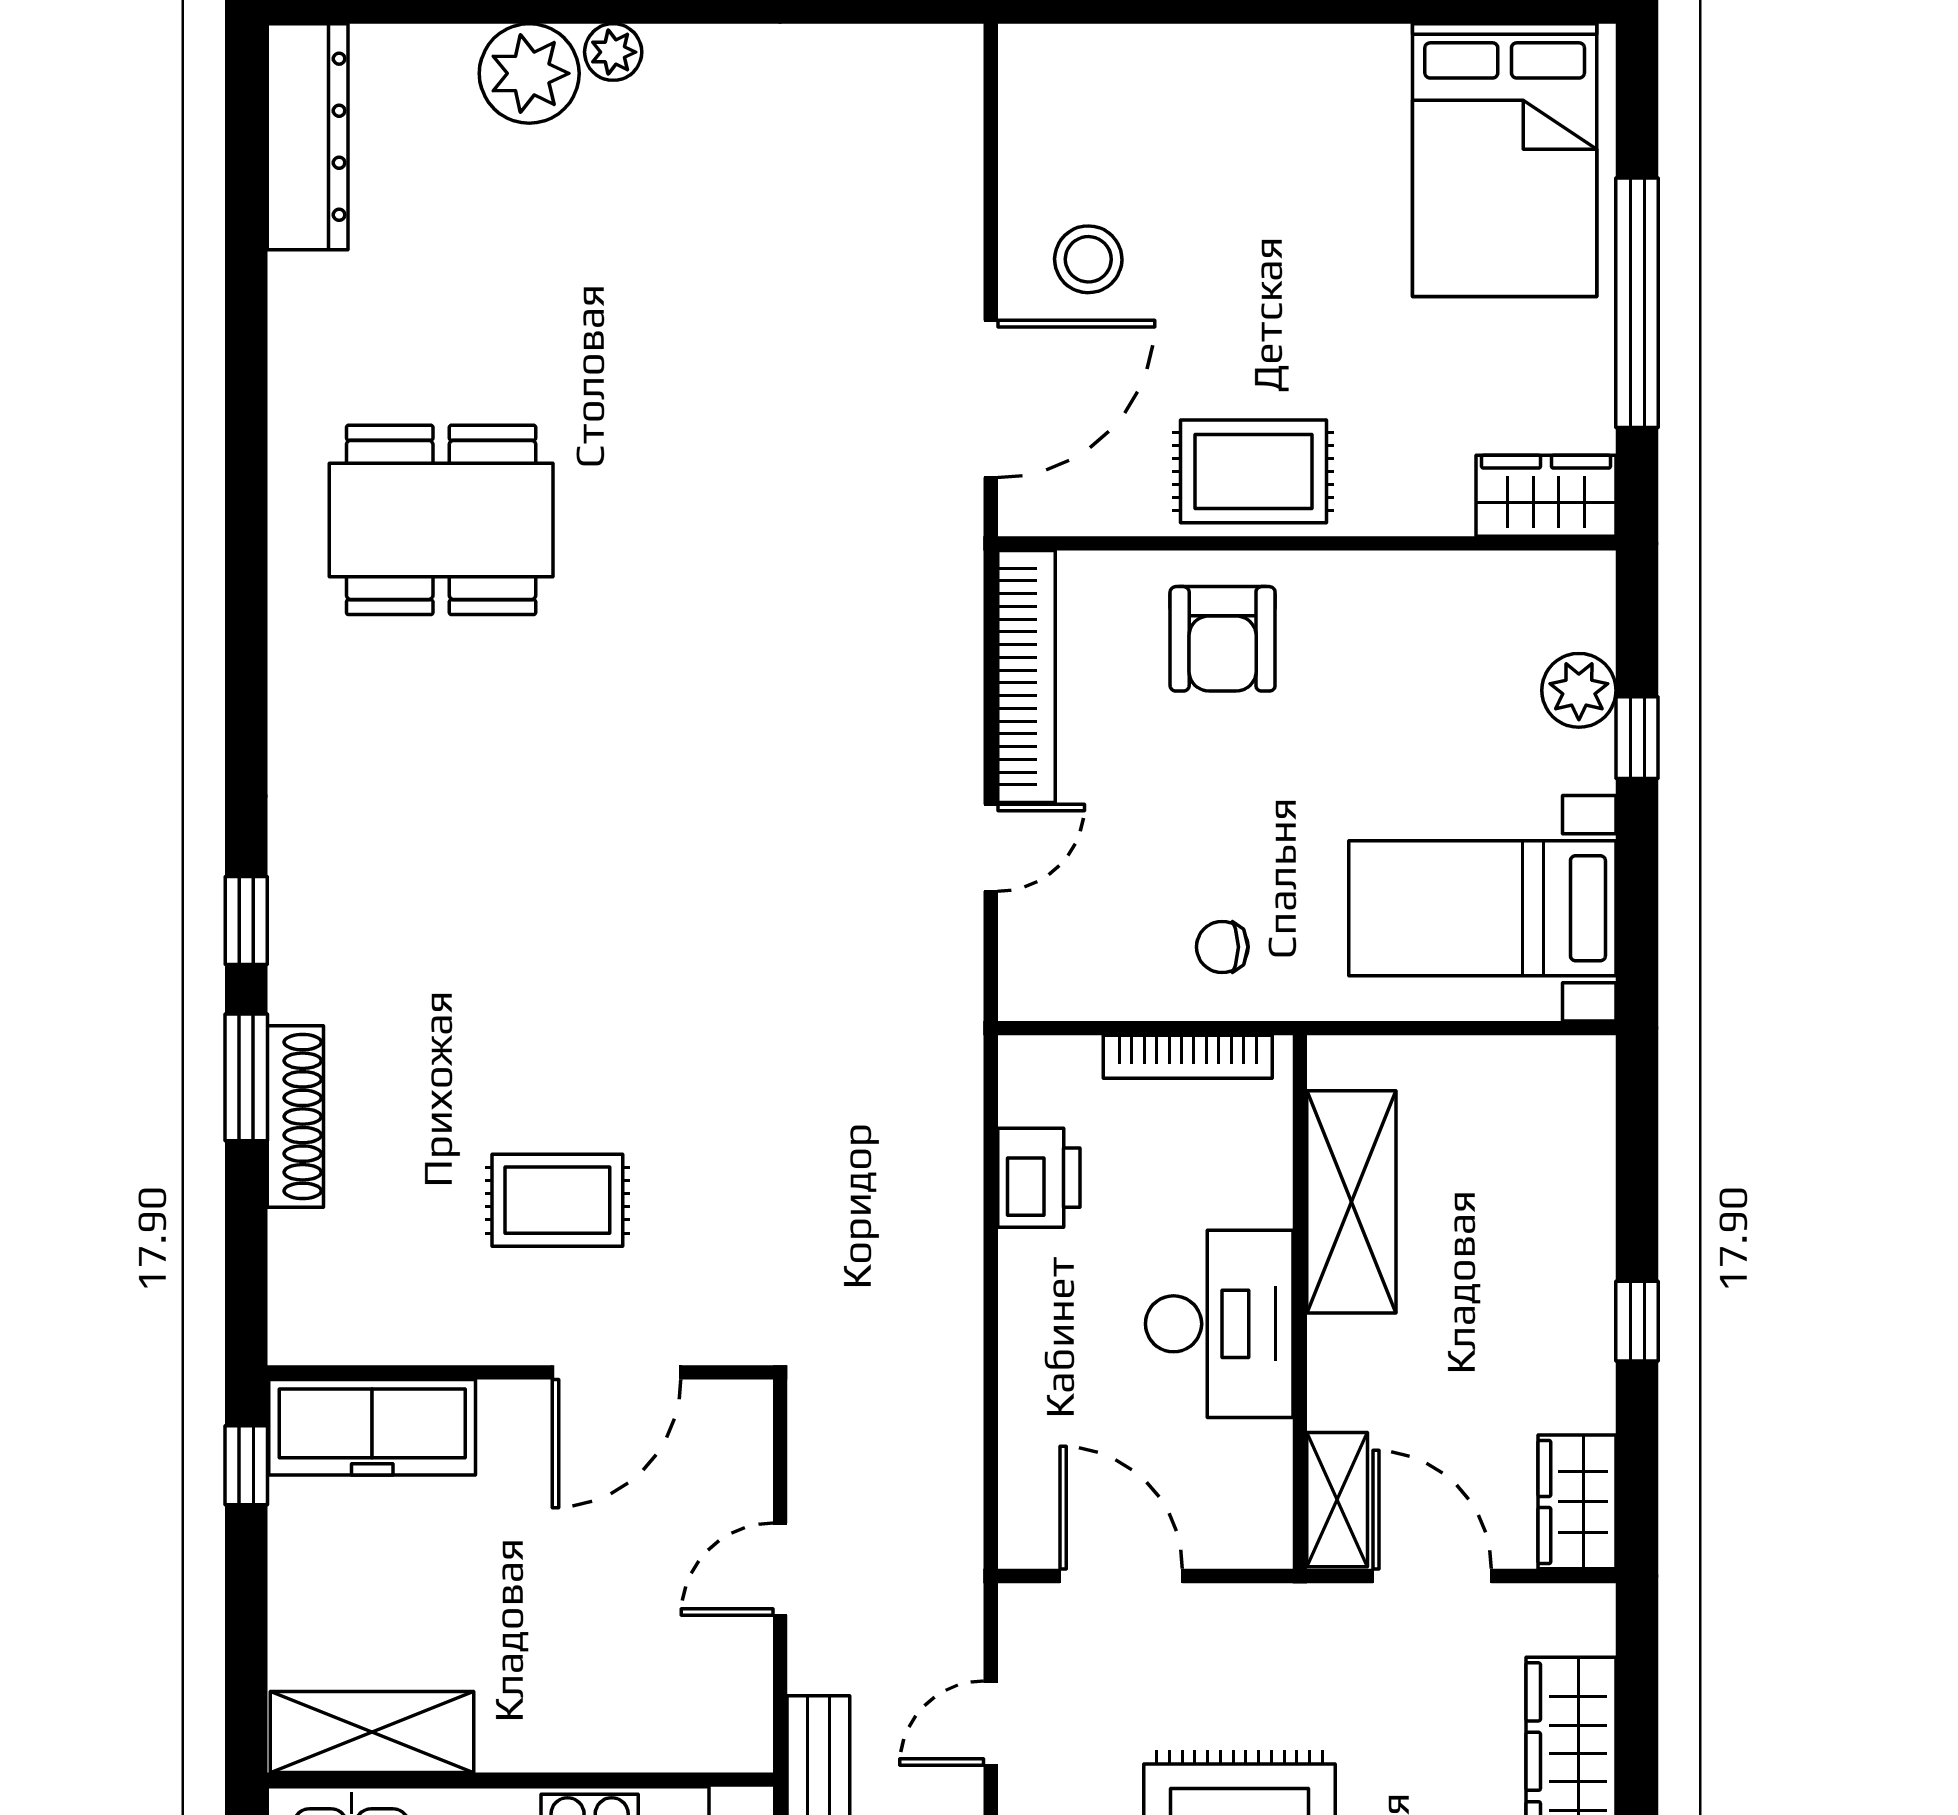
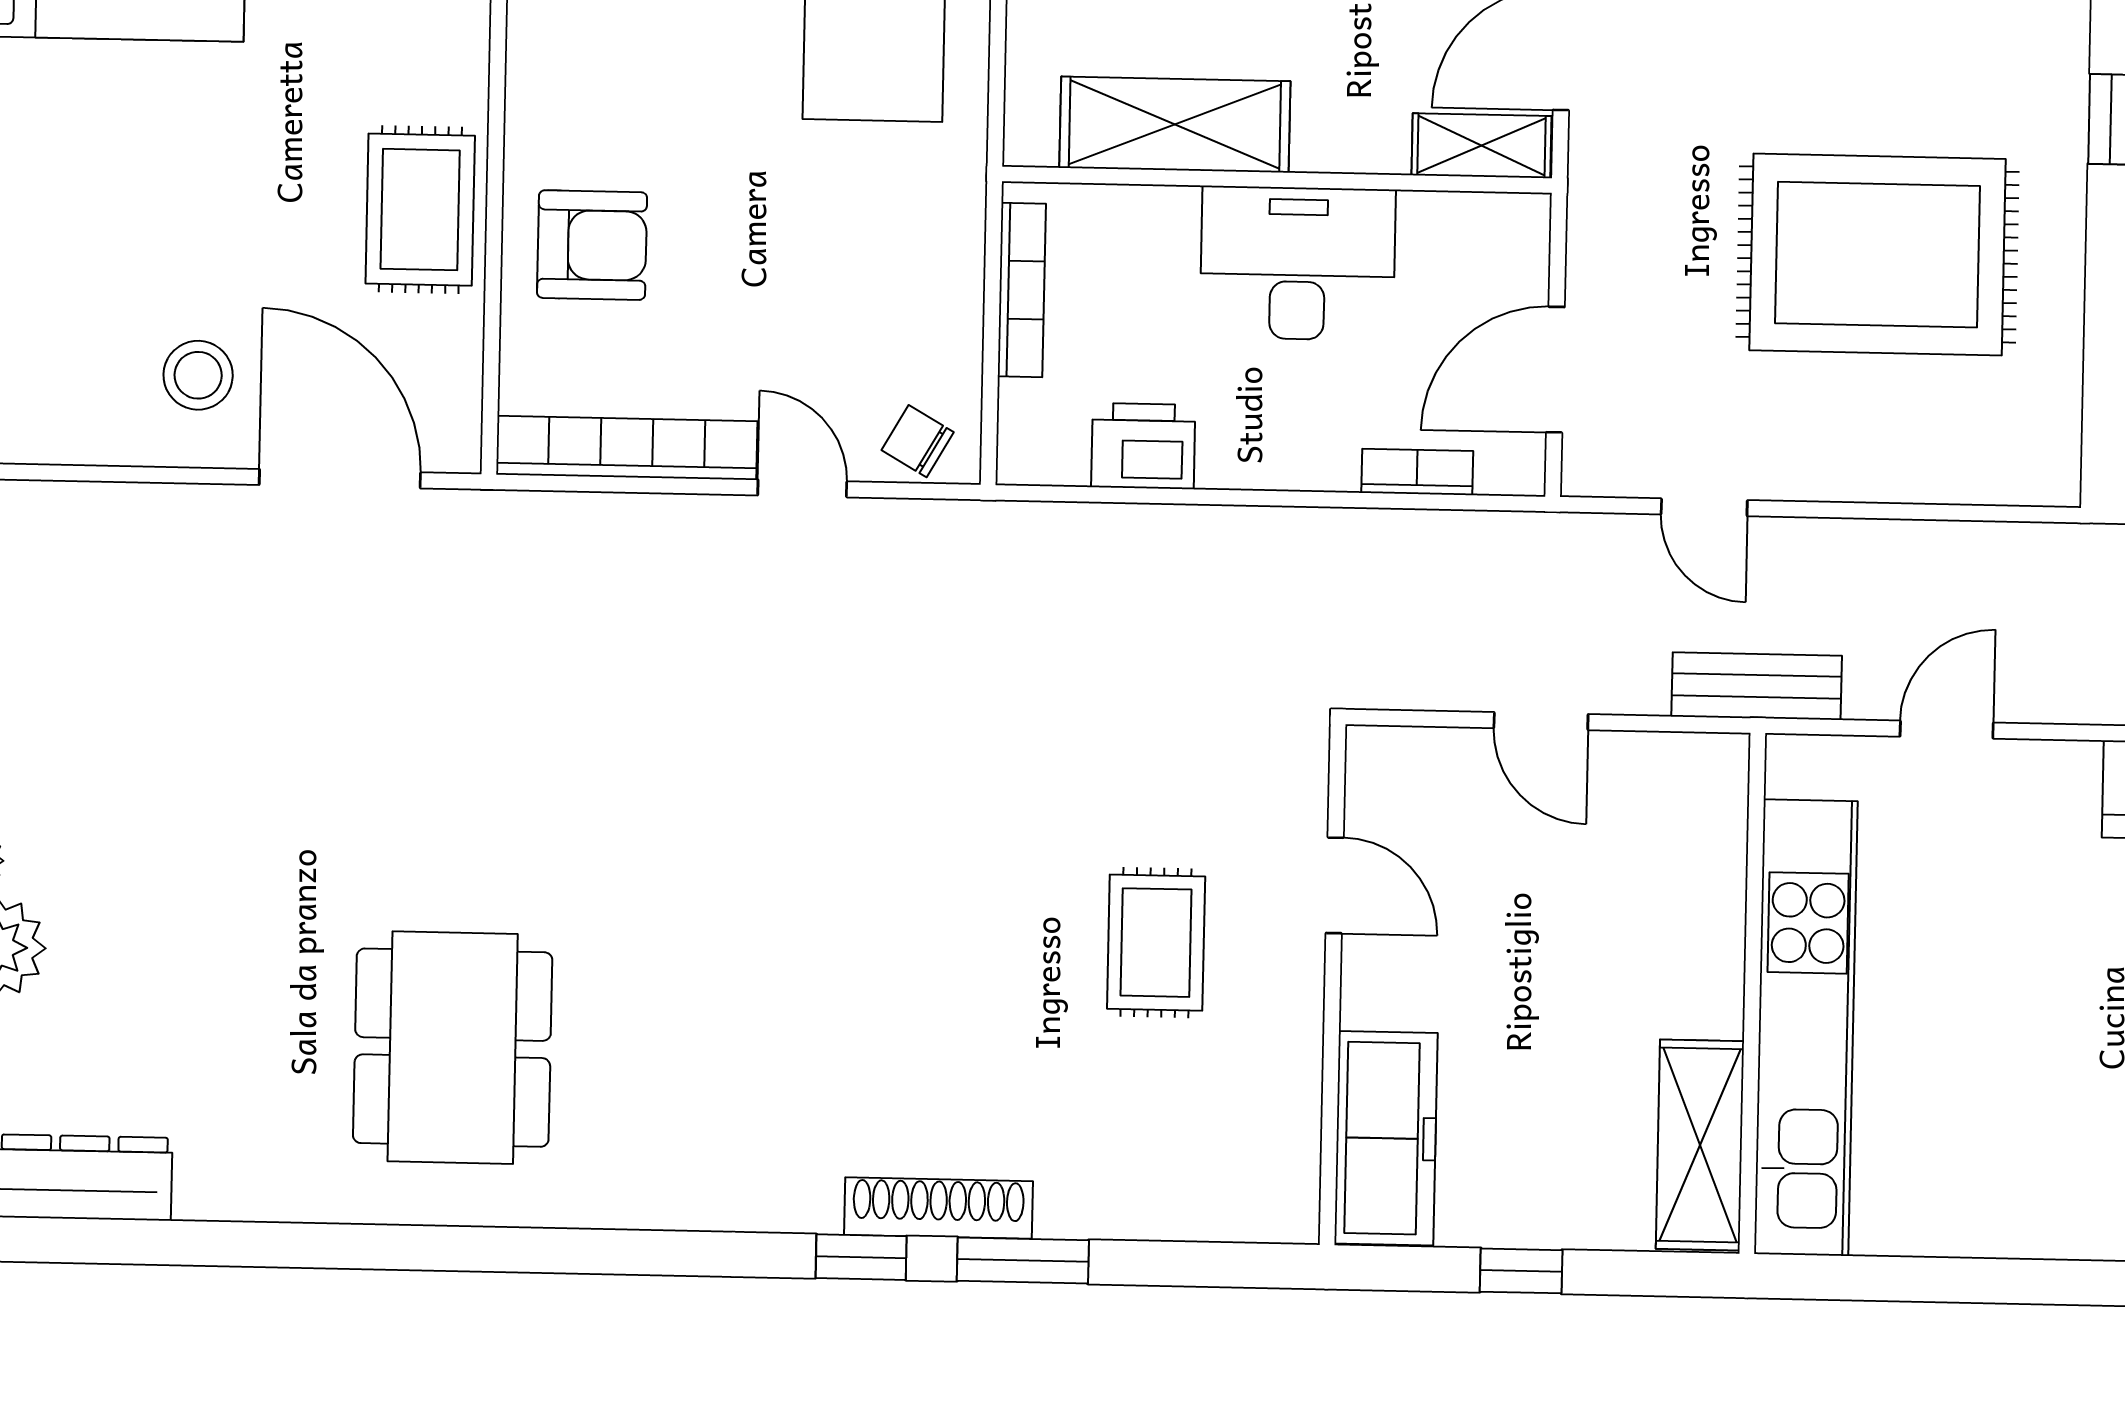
chair: (1222, 947) -> (918, 441), moved, turned 120
shoe rack: (295, 1116) -> (938, 1208), moved
door: (617, 1372) -> (1335, 885), width x0.73
bookcase: (1019, 1444) -> (1417, 472), added
window: (246, 1465) -> (1521, 1271), moved

